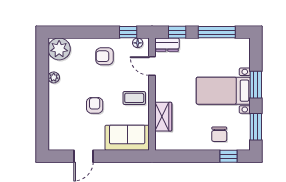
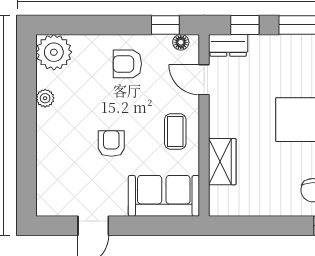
coffee table: (134, 98) -> (175, 132), turned 90

